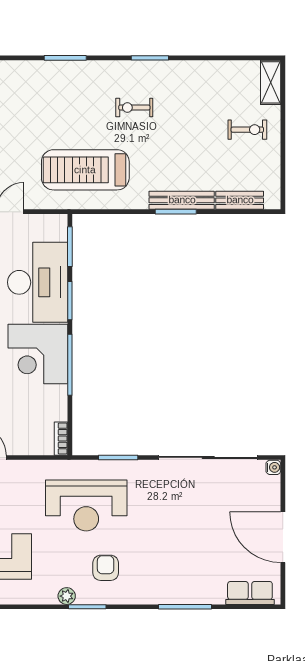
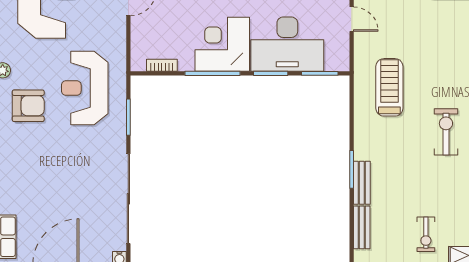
exercise bike: (134, 108) -> (446, 132), width x1.38, depth x1.39
treadmill: (85, 170) -> (389, 87), width x0.73, depth x0.73
bench: (182, 200) -> (362, 183), width x0.73
bookcase: (61, 439) -> (162, 65), moved
armchair: (106, 568) -> (28, 106), width x1.38, depth x1.38

